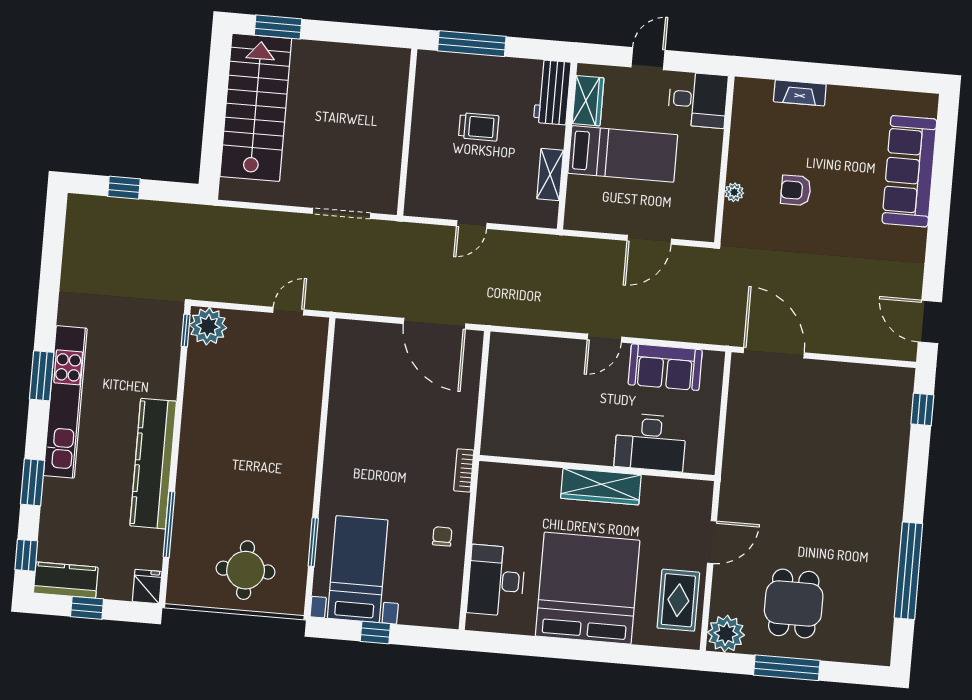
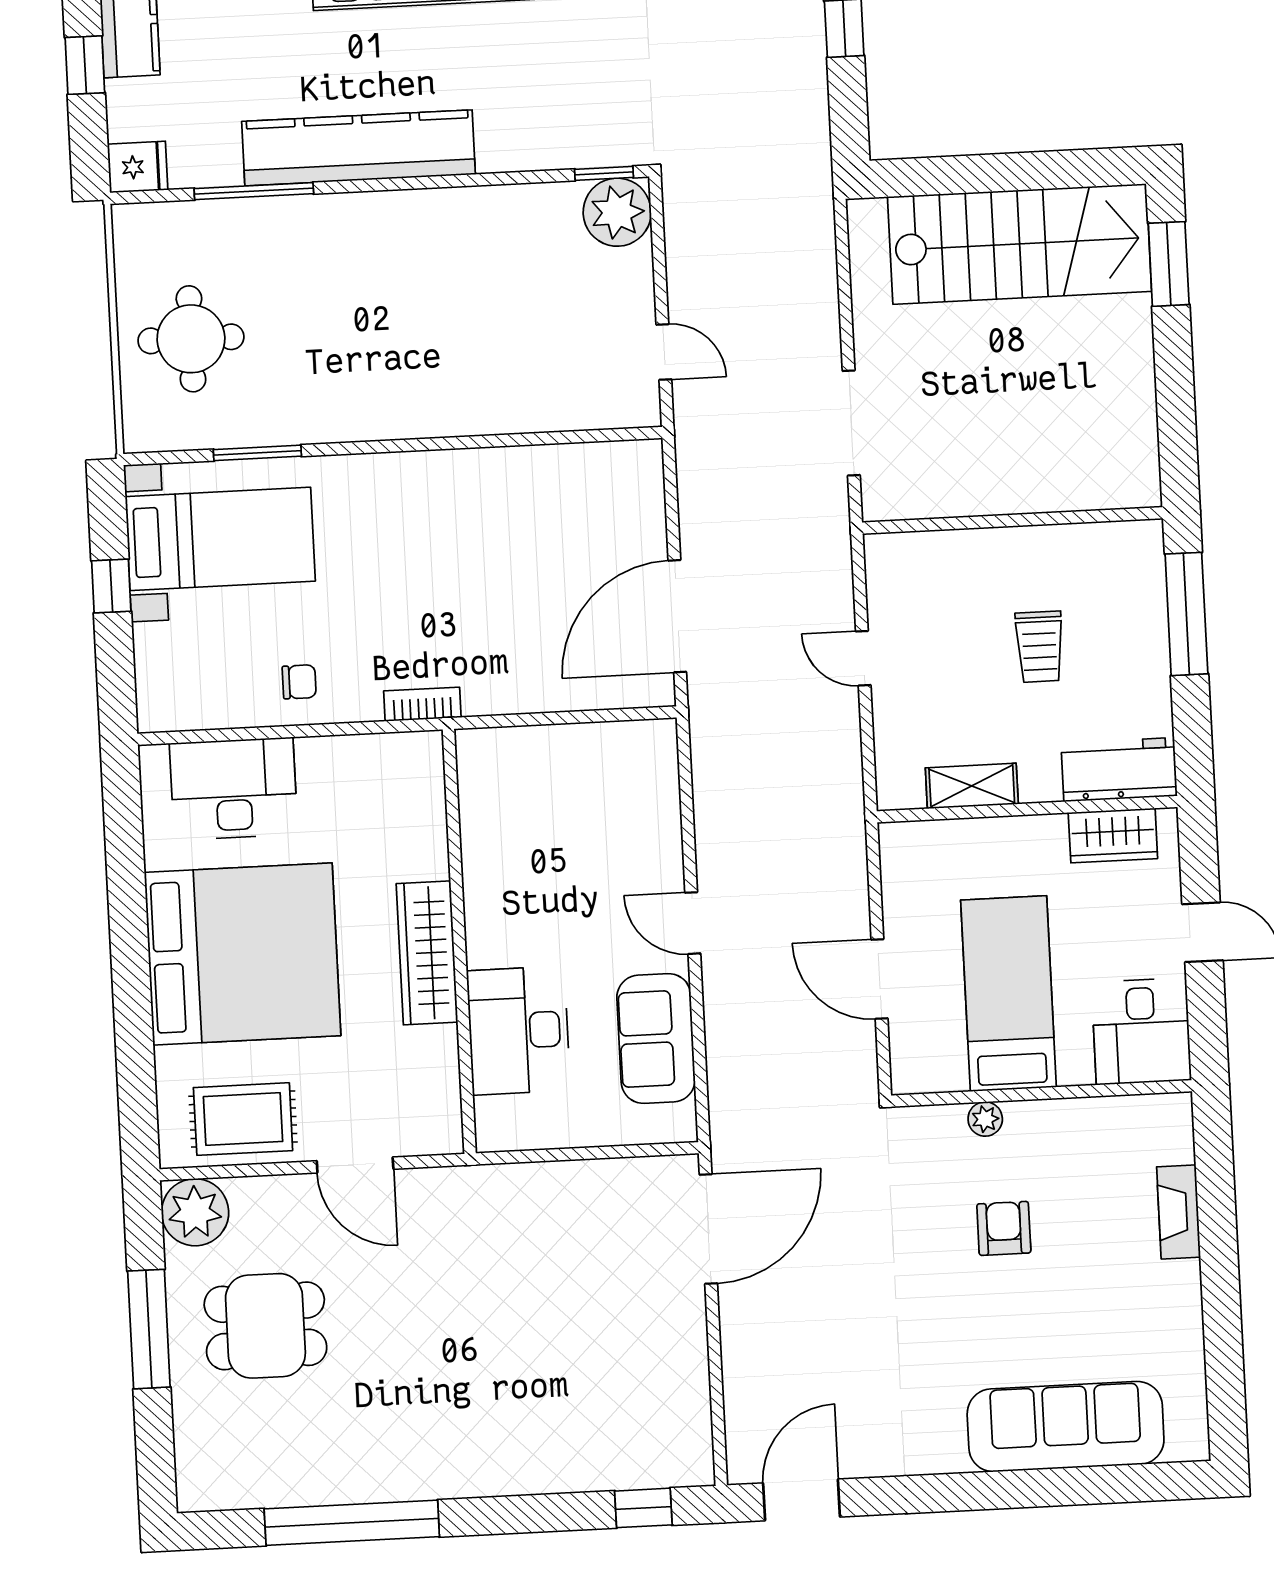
bed: (623, 154) -> (1009, 994), moved, turned 180

